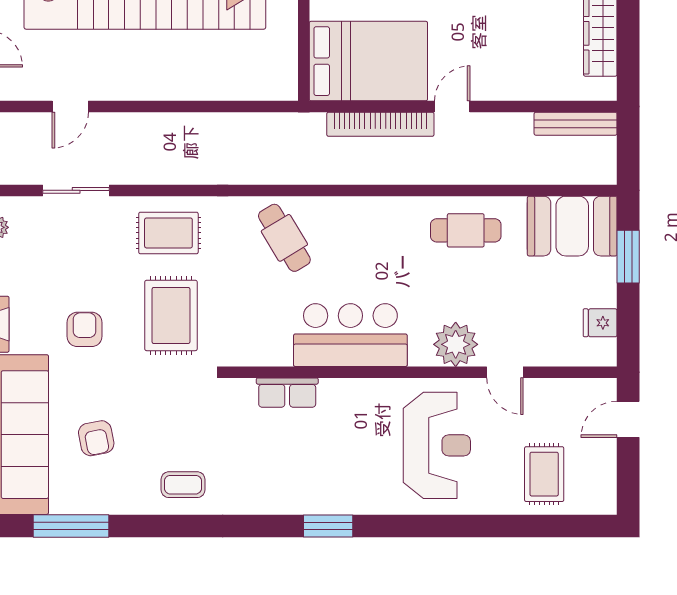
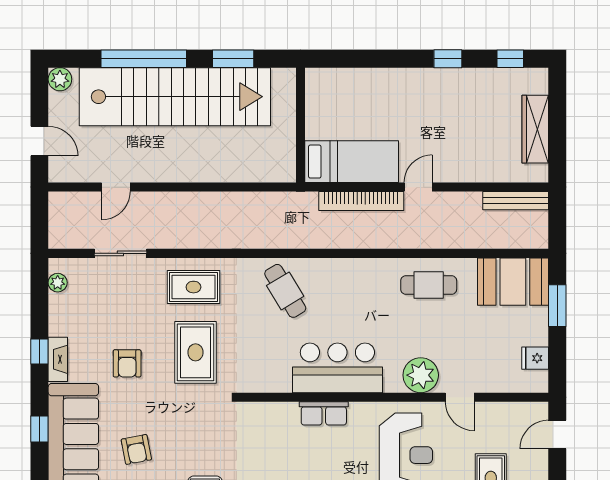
bed: (368, 61) -> (352, 162), width x0.67
armchair: (85, 329) -> (127, 363), turned 180
row of seats: (287, 393) -> (324, 413), moved

